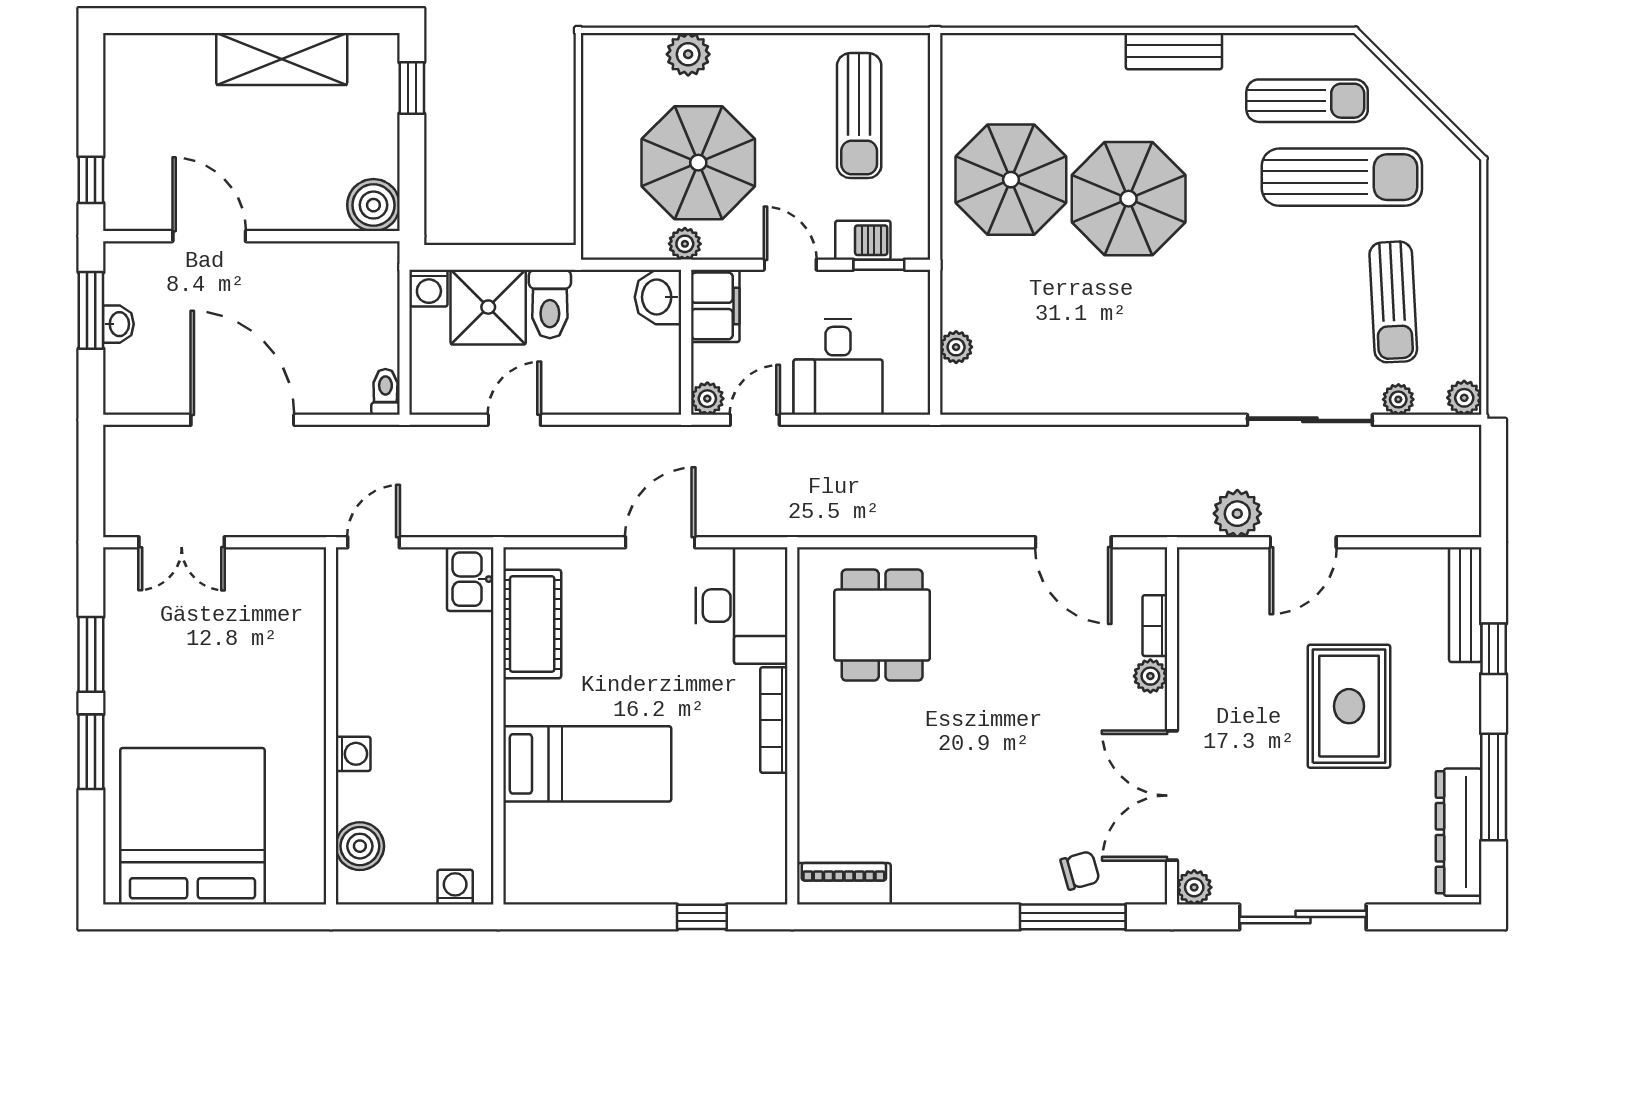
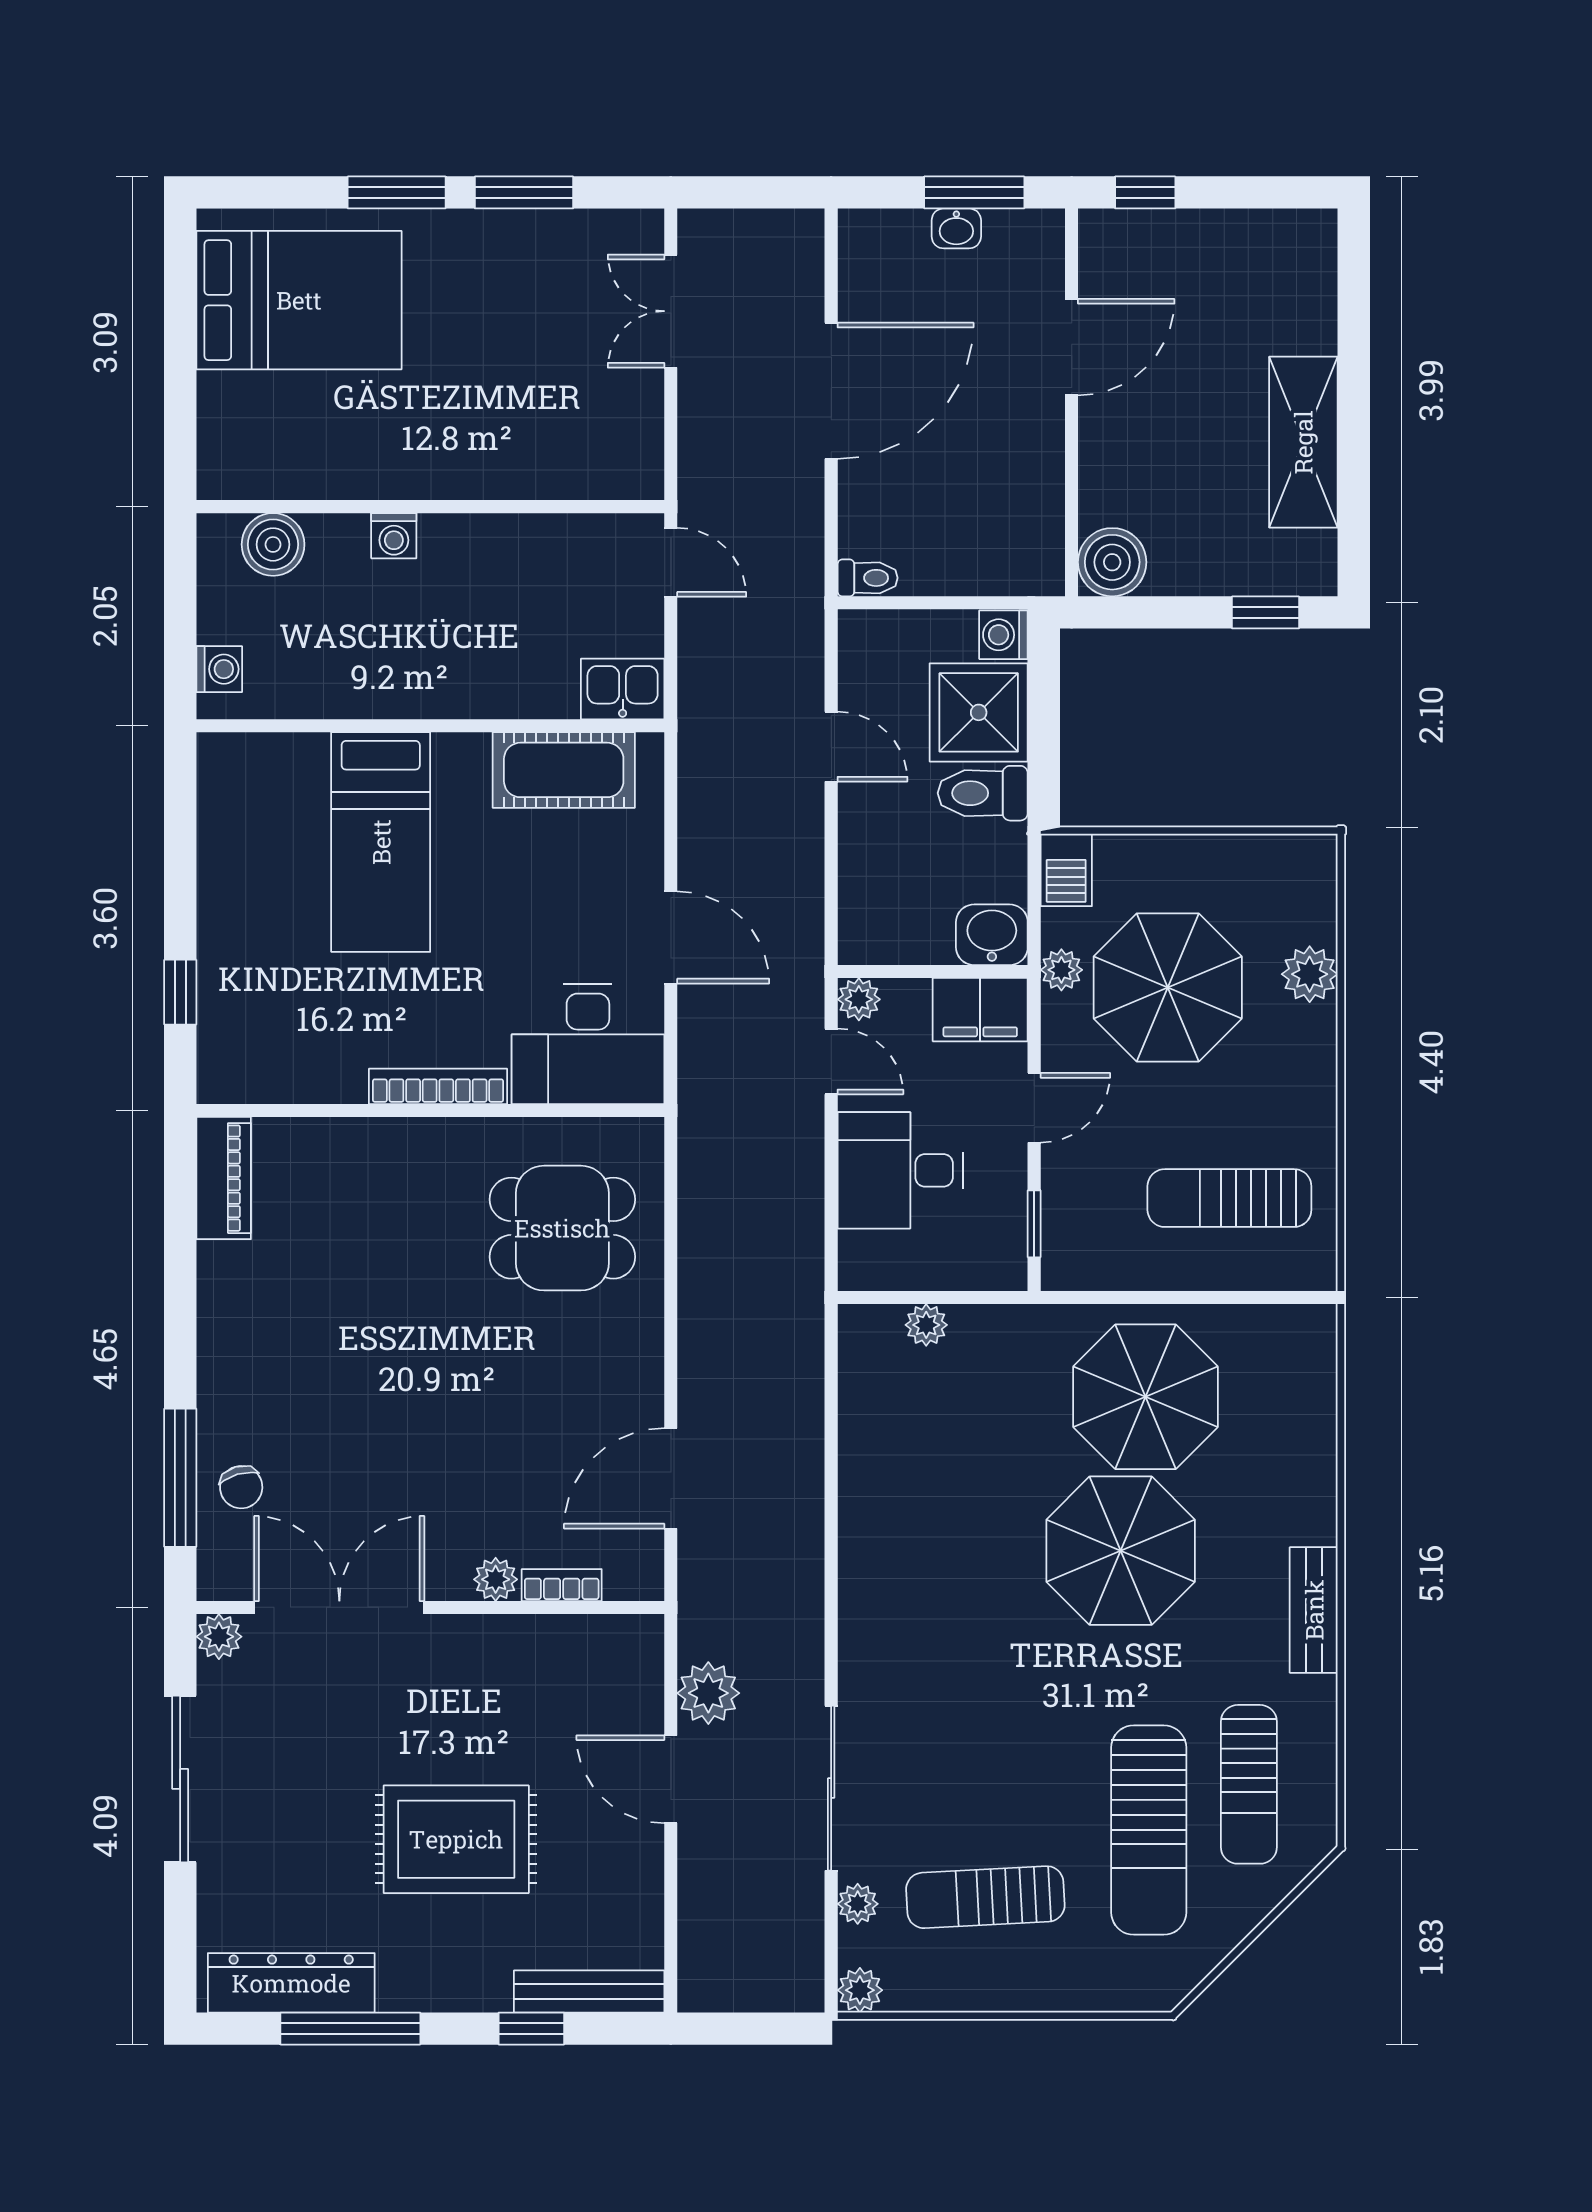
barbecue: (863, 240) -> (1066, 870), moved
bed: (192, 826) -> (299, 300), width x0.73

